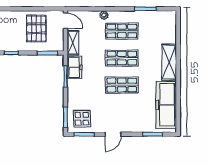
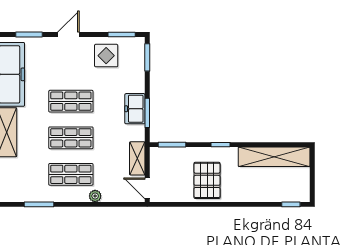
pallet: (36, 28) -> (207, 180), moved
freezer: (75, 67) -> (135, 109), moved
display table: (82, 119) -> (106, 56), moved
door: (113, 134) -> (68, 35), moved

